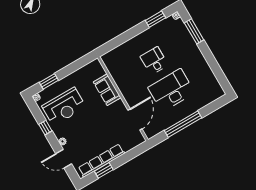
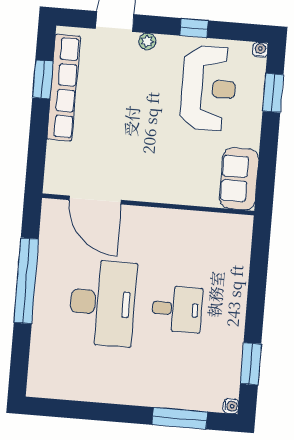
sofa: (107, 90) -> (239, 179), moved, turned -90
reception desk: (64, 107) -> (208, 88), turned 180

